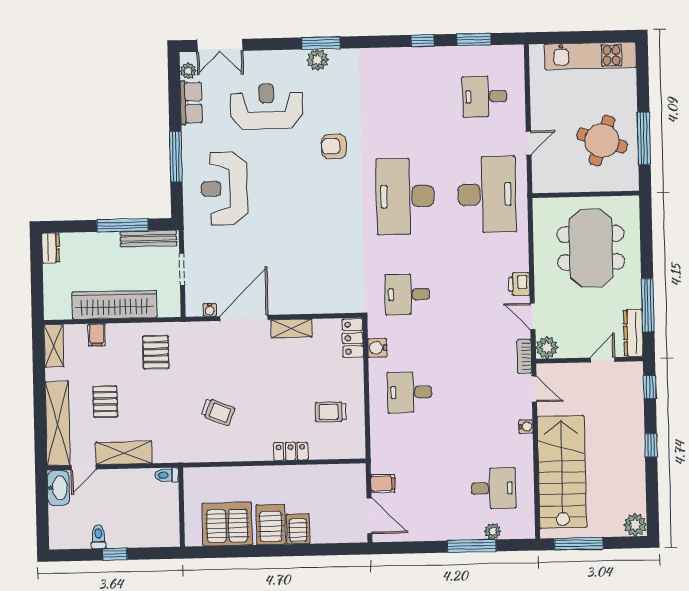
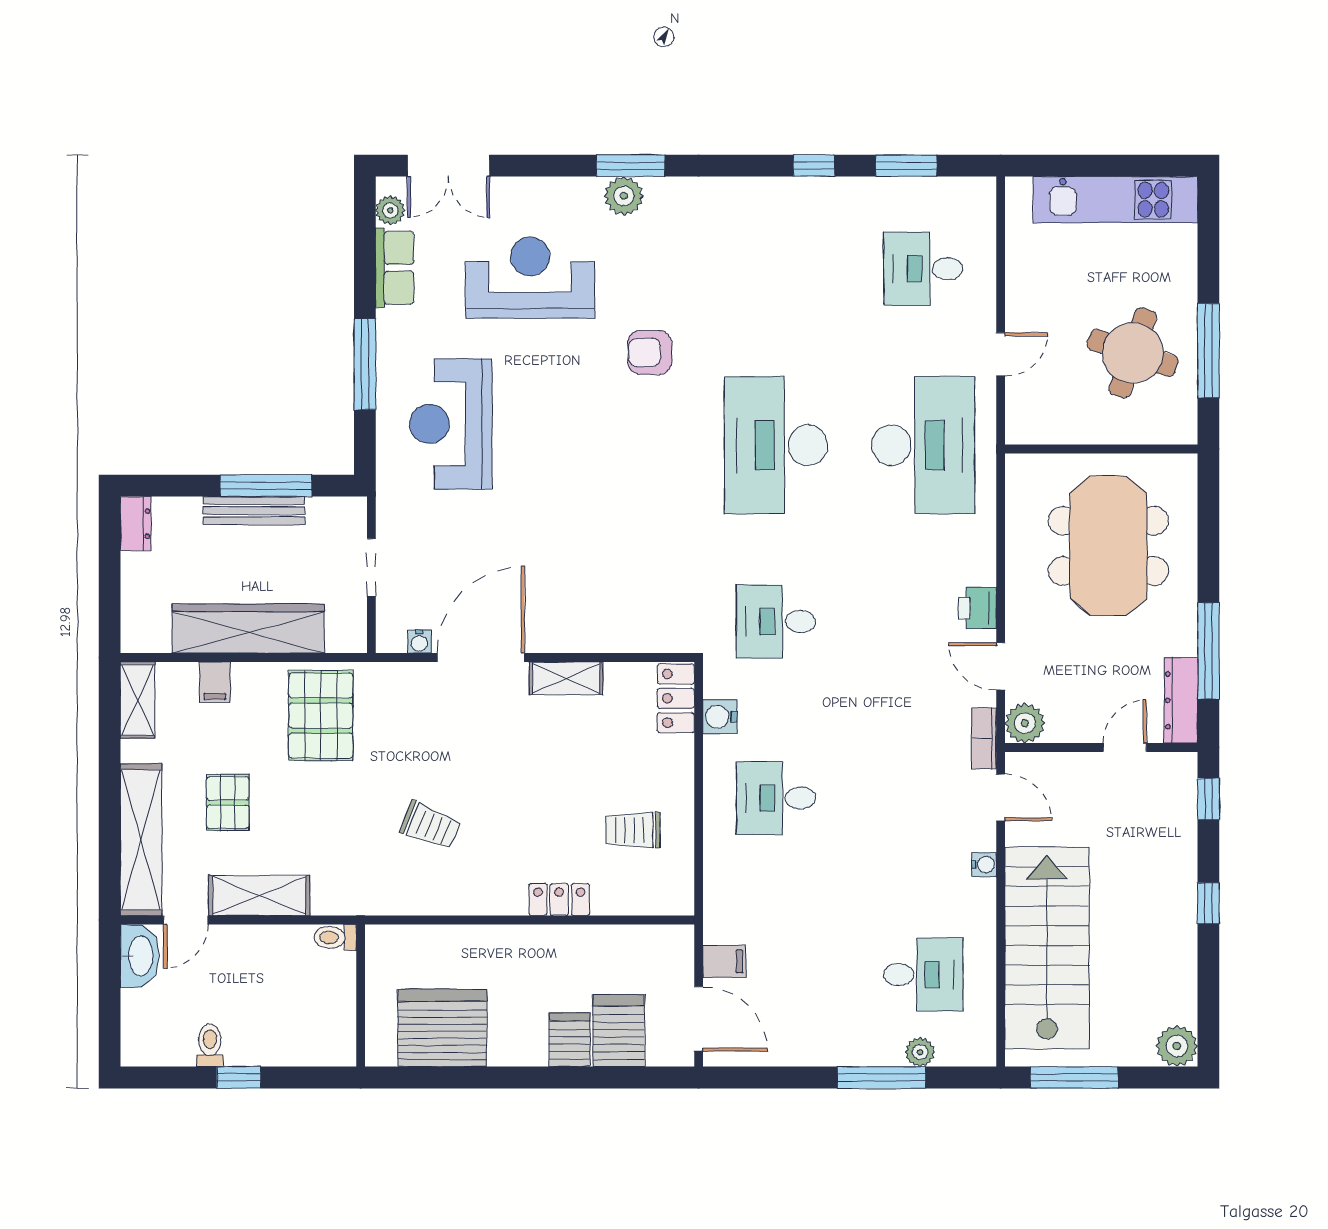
bench: (149, 239) -> (254, 511), moved
pallet: (156, 352) -> (321, 716), width x1.50, depth x1.42
server rack: (271, 525) -> (619, 1031), moved

